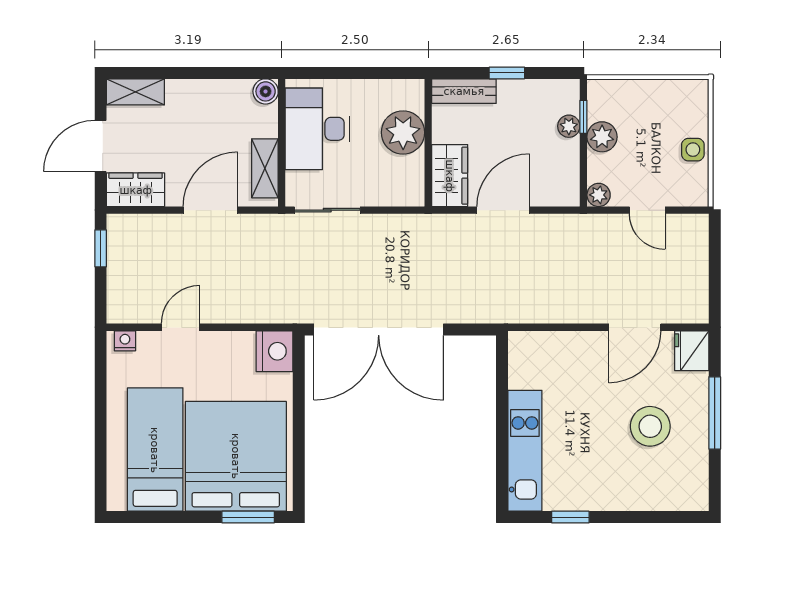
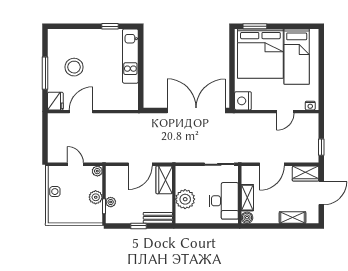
shelving: (135, 92) -> (293, 217), moved
shelving: (265, 168) -> (247, 198), moved

